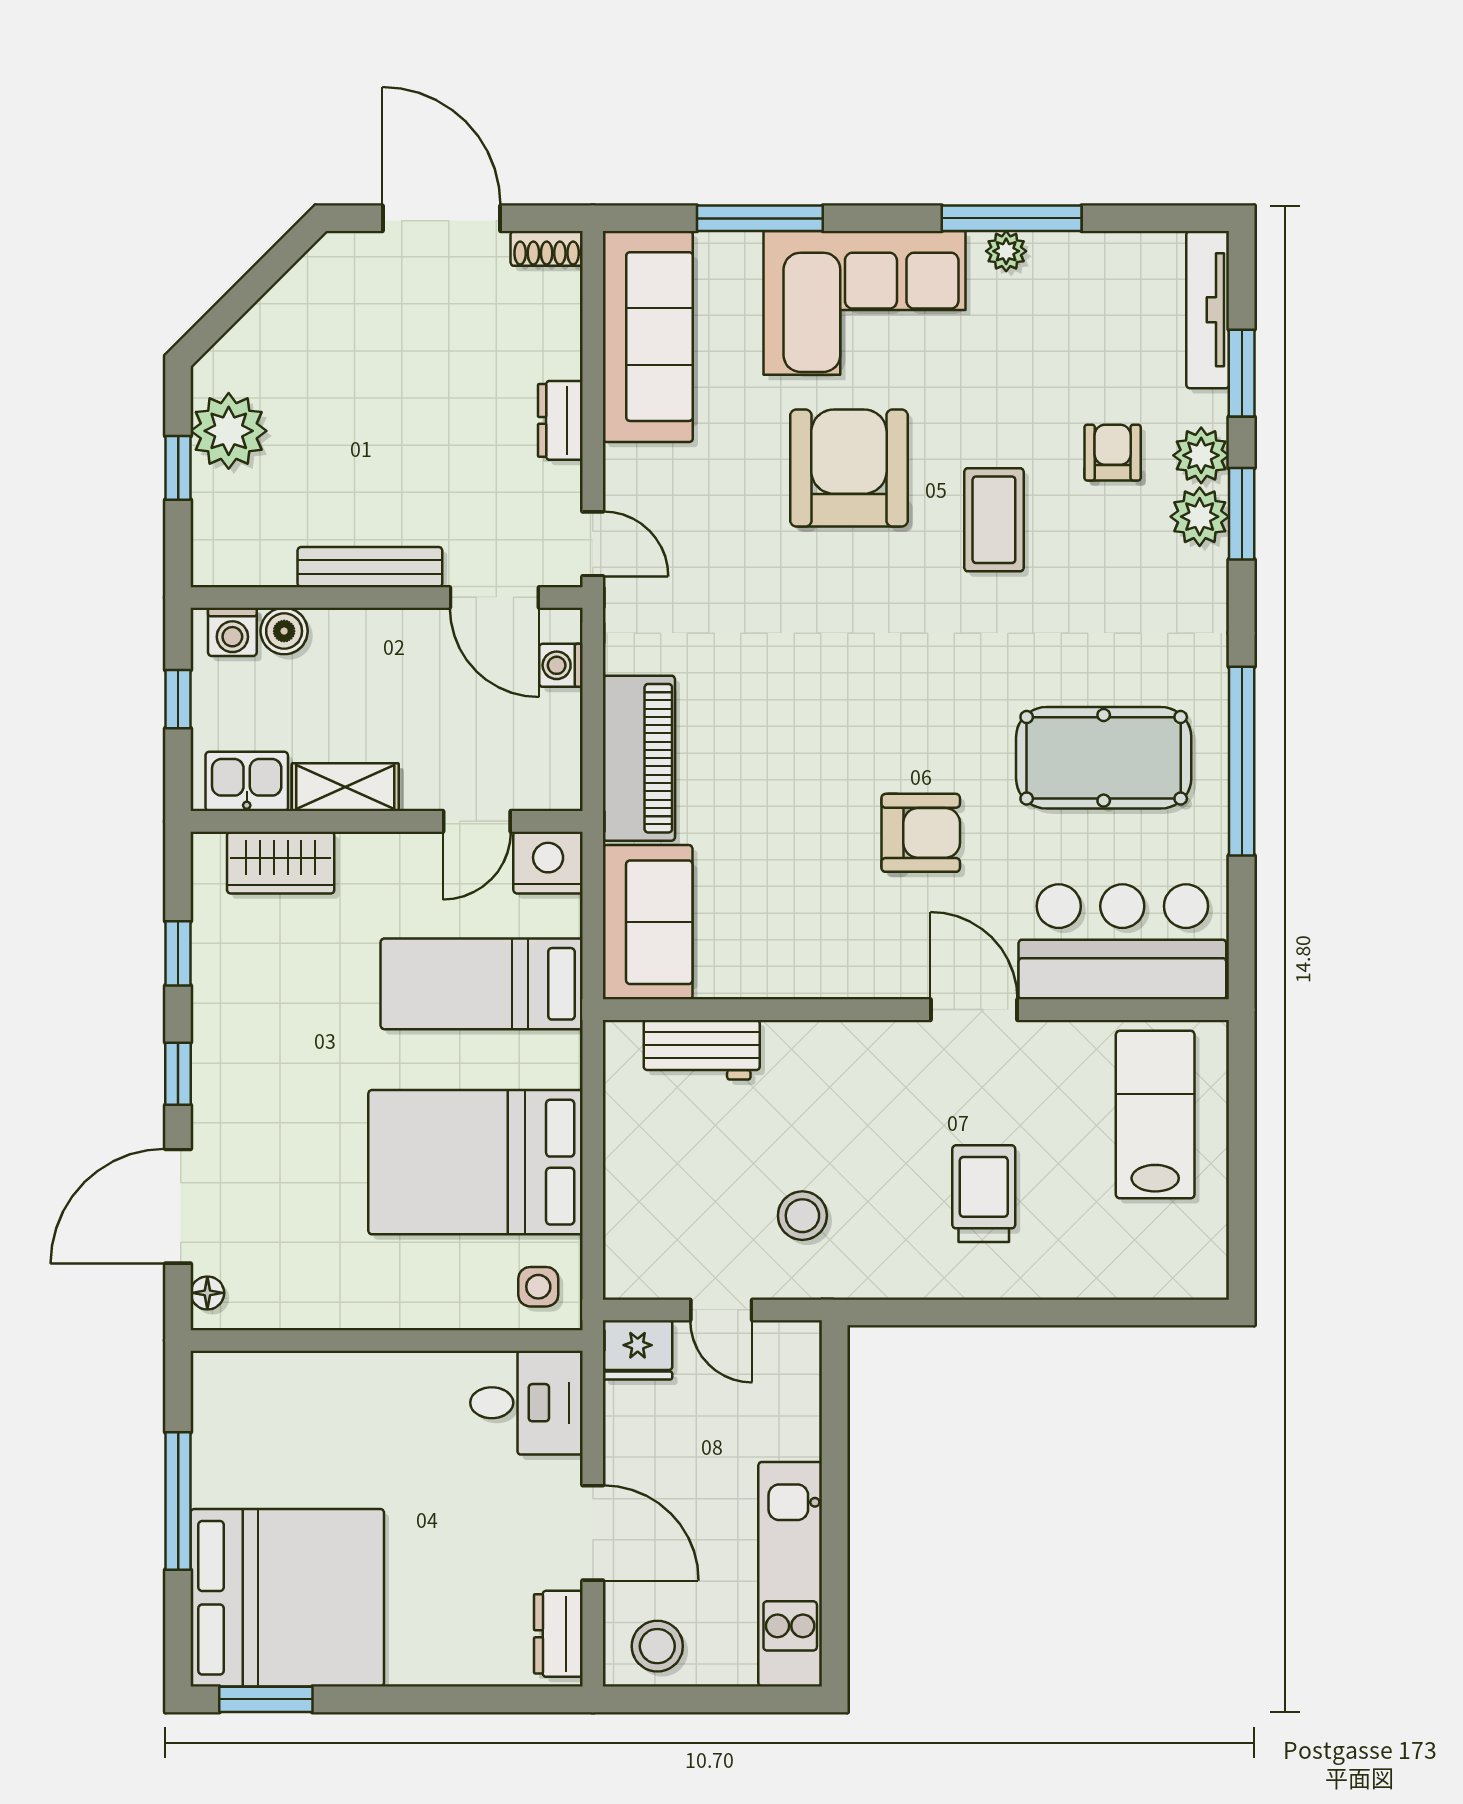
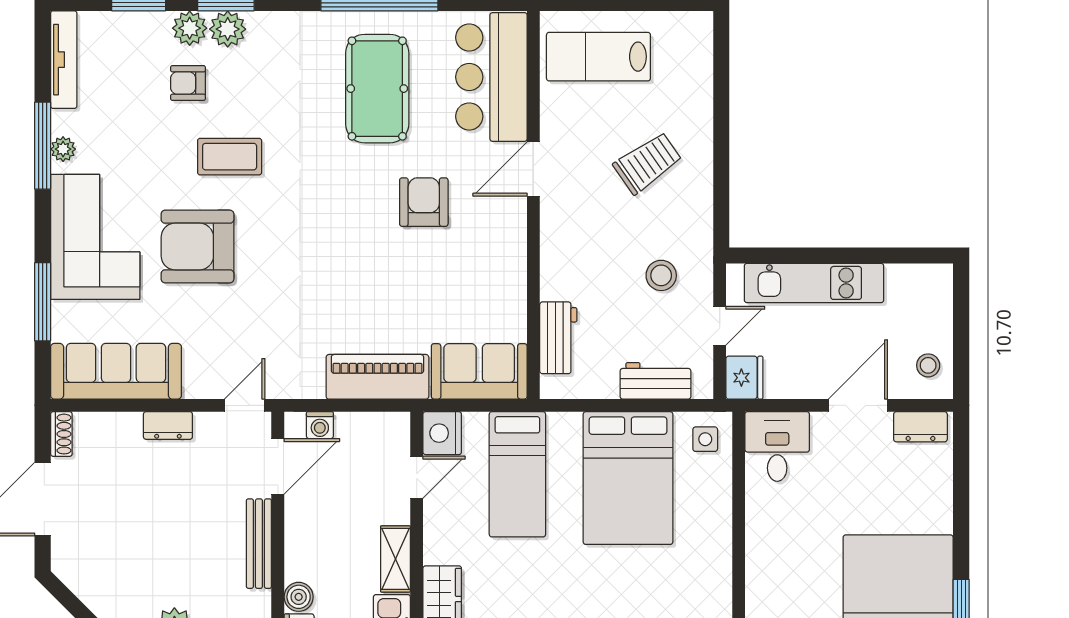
tv unit: (1208, 310) -> (64, 60), moved, turned -90
door: (477, 821) -> (417, 477), hinge flipped
trolley: (984, 1194) -> (647, 163), turned 145
workbench: (632, 1207) -> (655, 381), added
kitchen unit: (790, 1574) -> (814, 283), moved
stool: (657, 1646) -> (928, 365), width x0.73, depth x0.73

